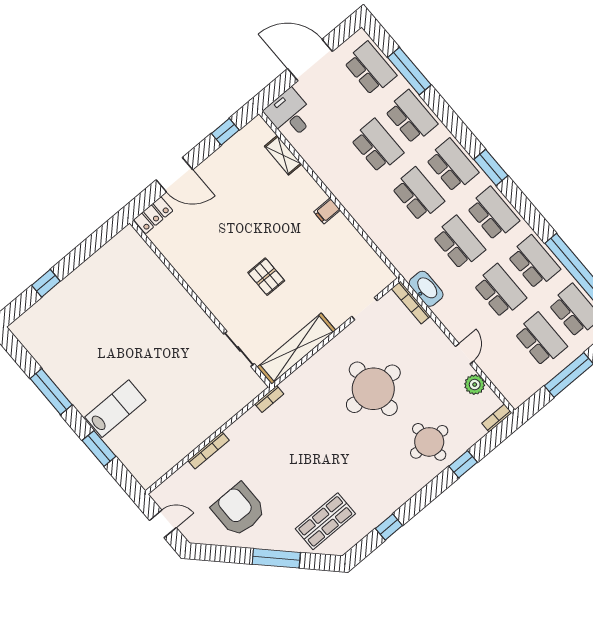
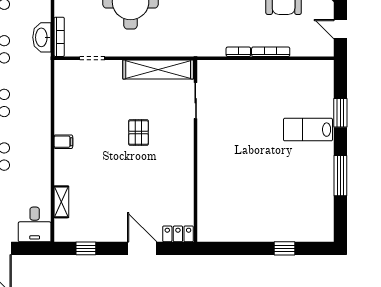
bookcase: (269, 399) -> (238, 52), moved

